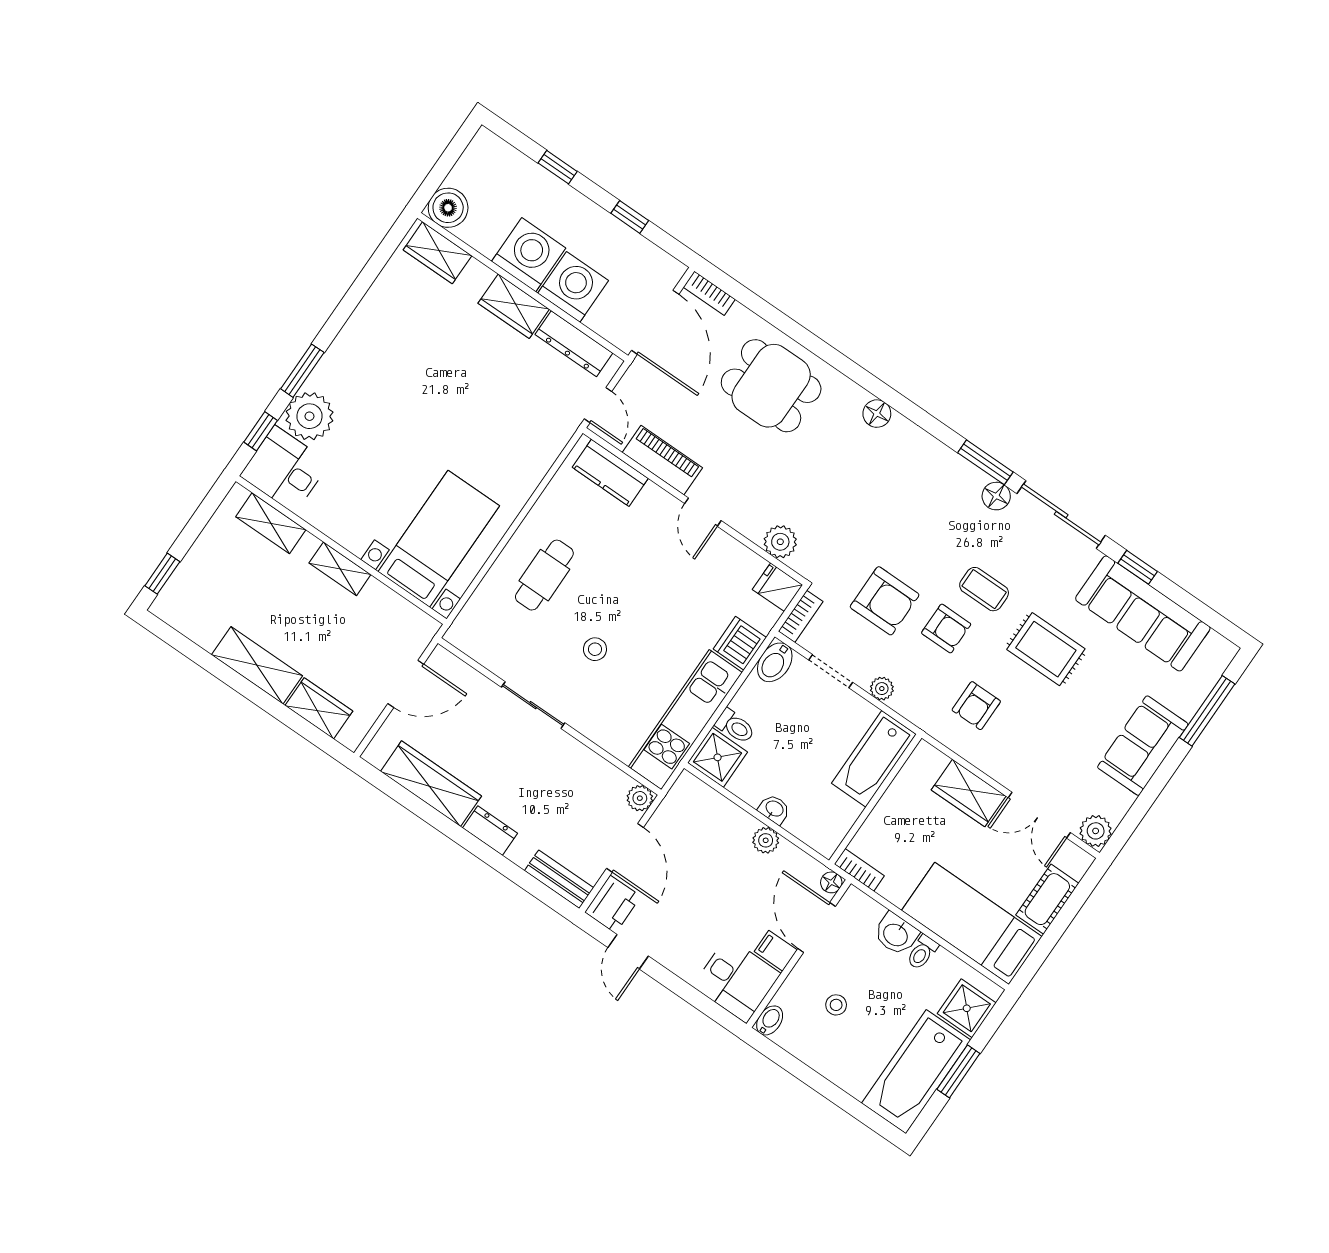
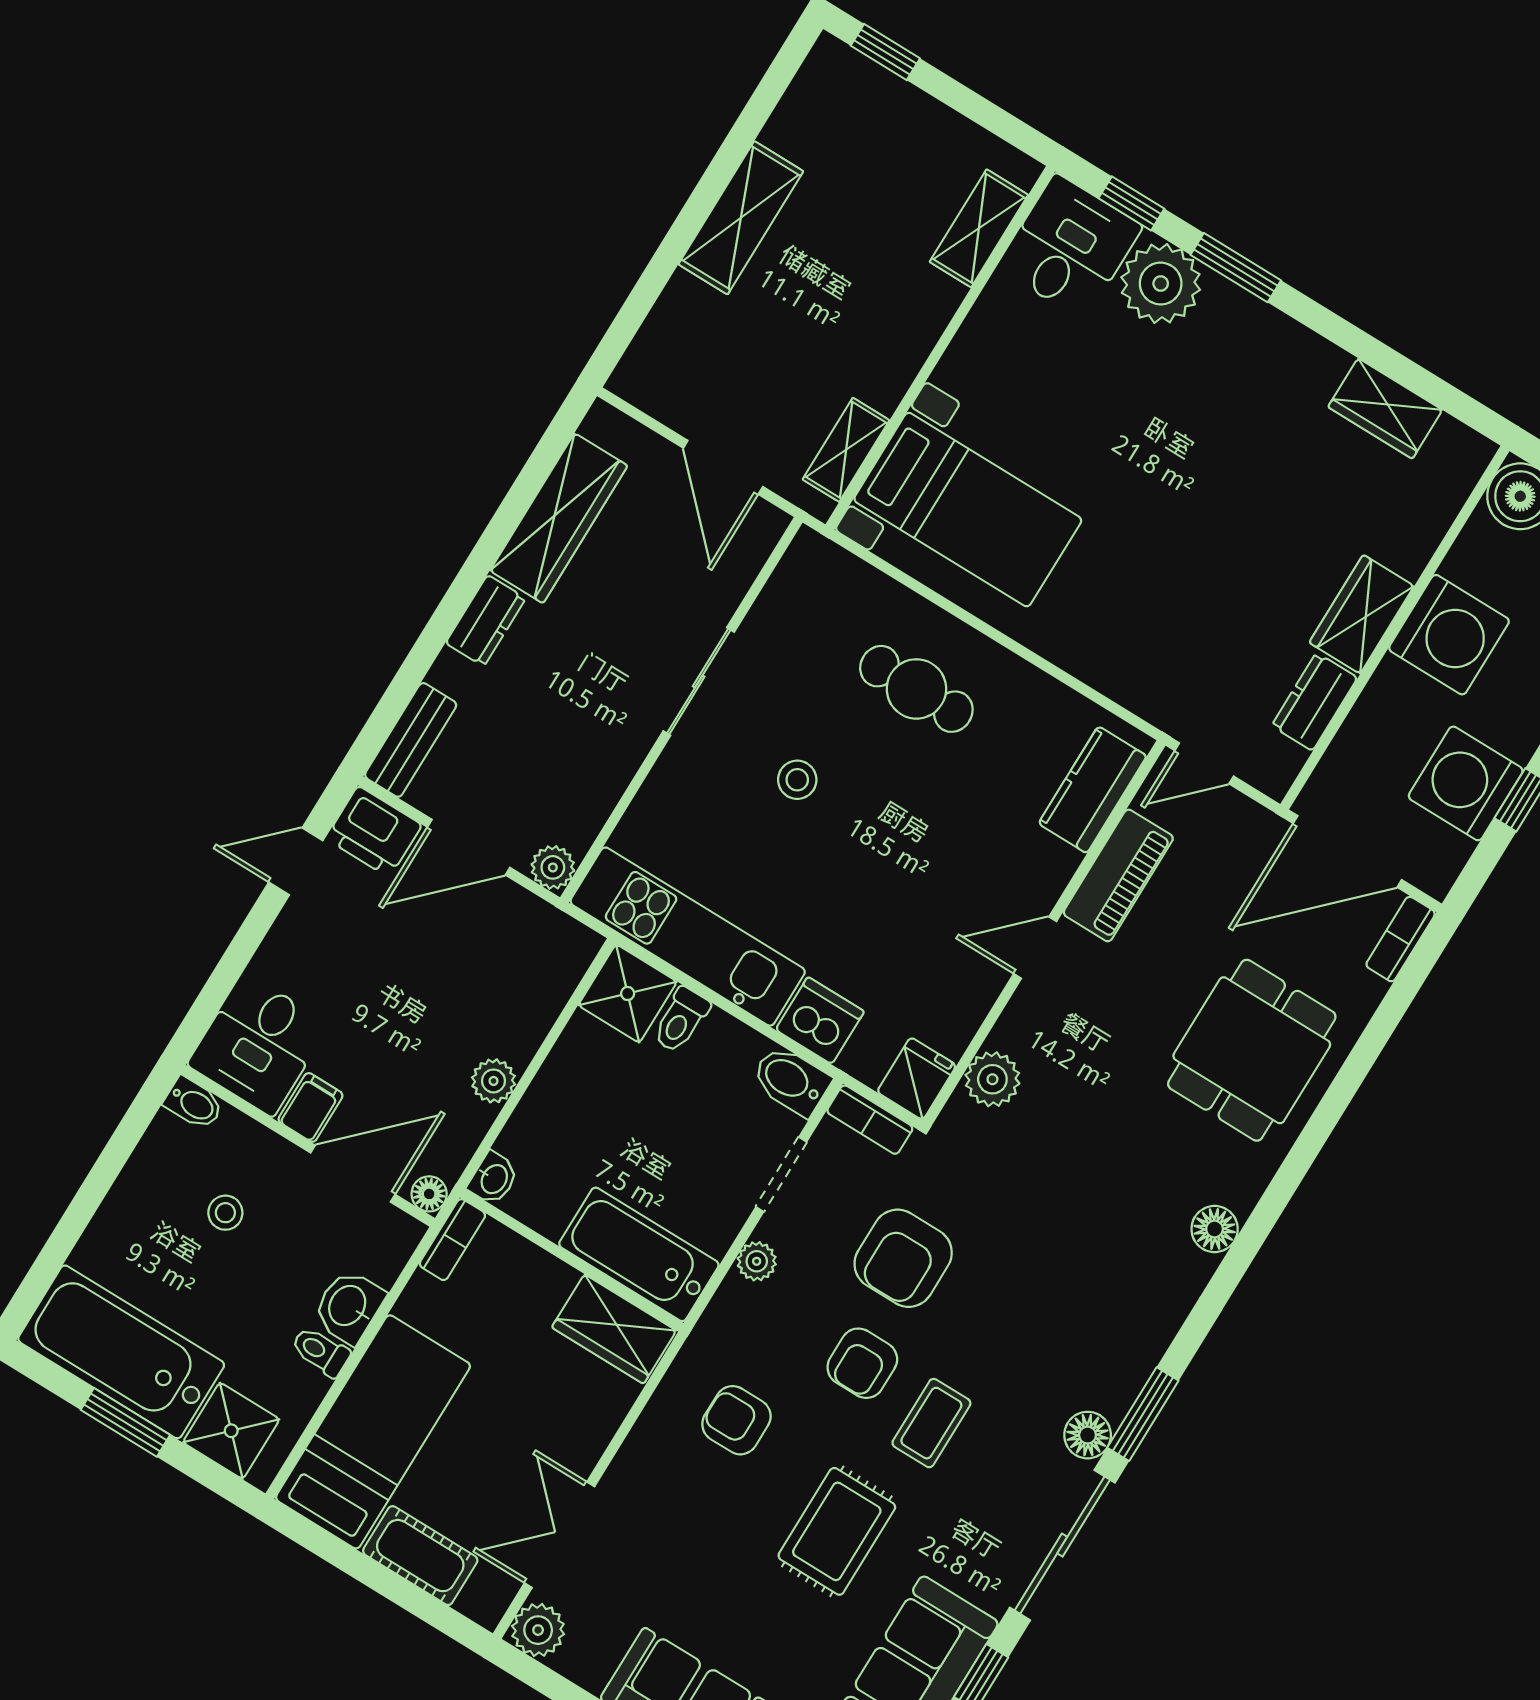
wardrobe: (437, 253) -> (1385, 408), moved, turned -90
washing machine: (573, 287) -> (1466, 783), moved, turned 180
dresser: (574, 344) -> (1314, 702), width x0.70
shelving: (340, 569) -> (846, 450), moved
wardrobe: (319, 708) -> (675, 325), removed
wardrobe: (969, 793) -> (614, 1329), moved, turned -90
washbasin: (774, 809) -> (493, 1179), moved

